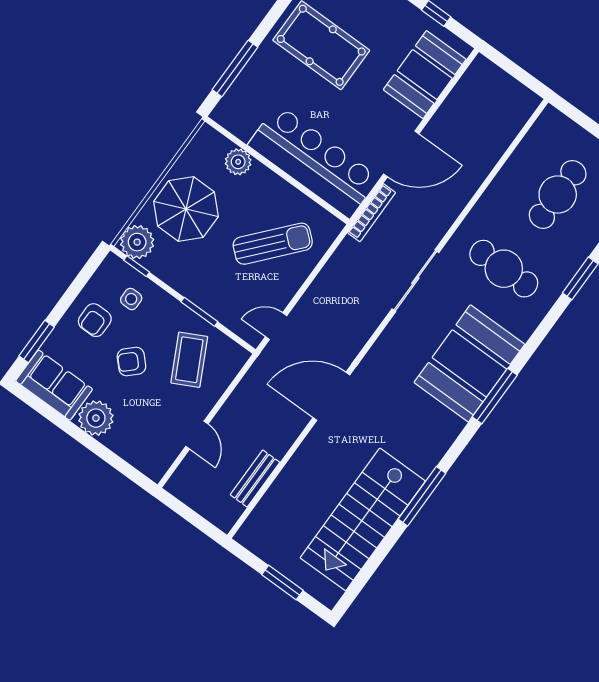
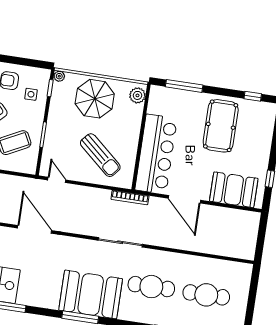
plant: (238, 162) -> (137, 95), moved
bookcase: (372, 213) -> (130, 198), moved
plant: (137, 242) -> (59, 76), width x0.53, depth x0.53
cafe table: (504, 269) -> (151, 287), turned 90

